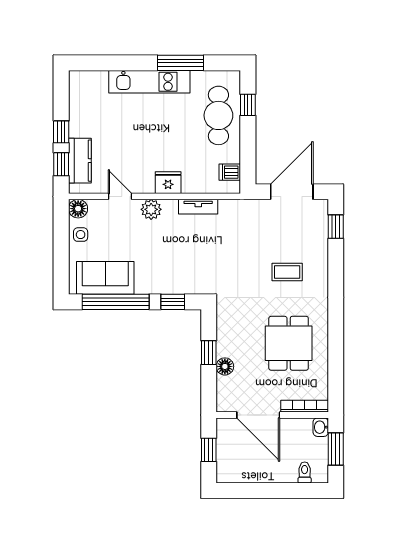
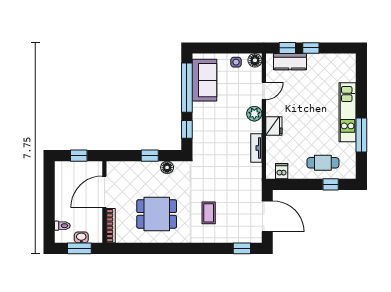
cafe table: (218, 115) -> (323, 163), width x0.73, depth x0.74
floor lamp: (225, 366) -> (167, 167), moved
washbasin: (321, 427) -> (81, 237), moved

